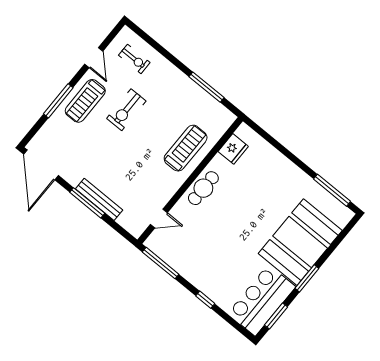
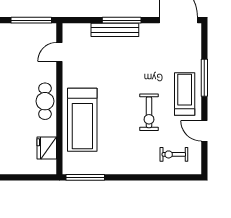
window: (207, 87) -> (85, 177), moved
exercise bike: (126, 110) -> (149, 112), turned 180
treadmill: (186, 148) -> (82, 120), width x1.37, depth x1.38

